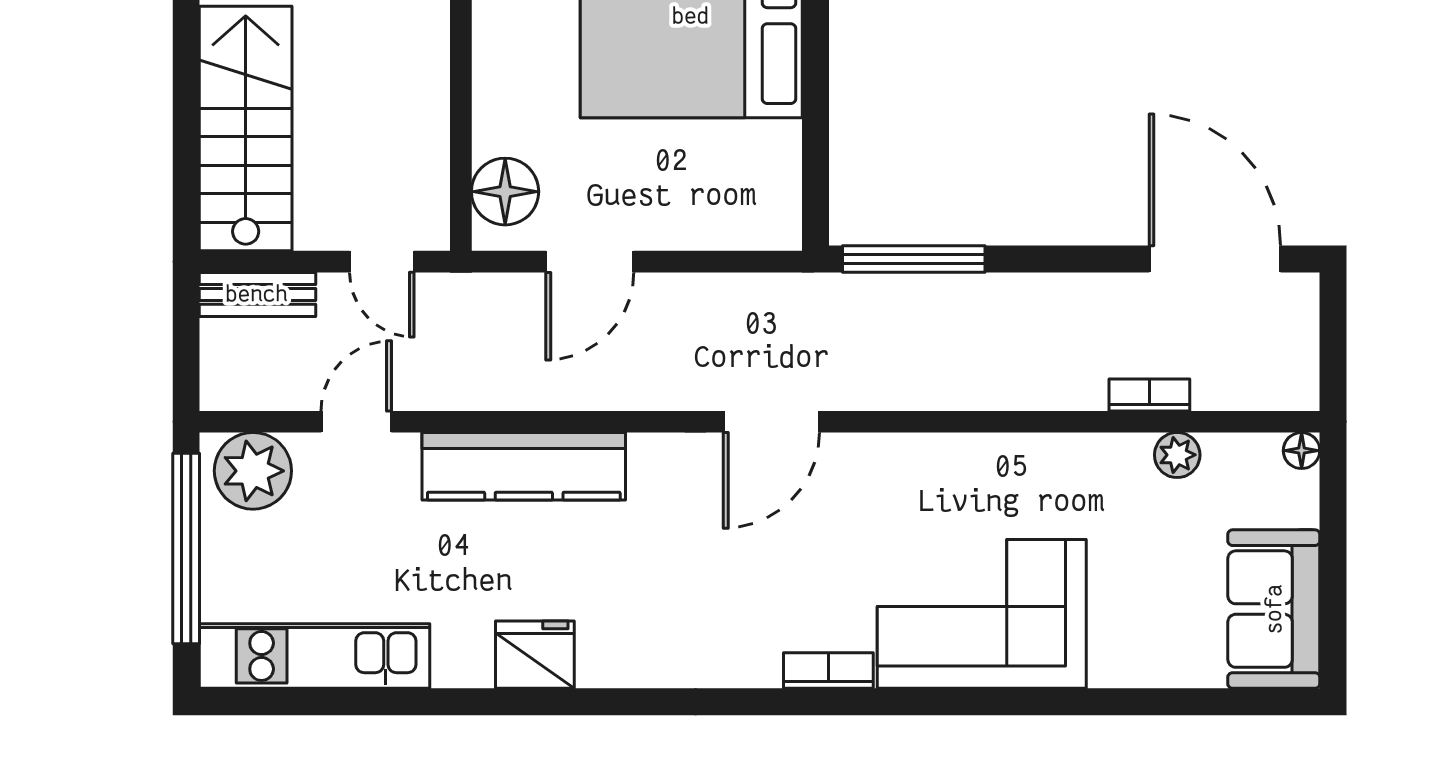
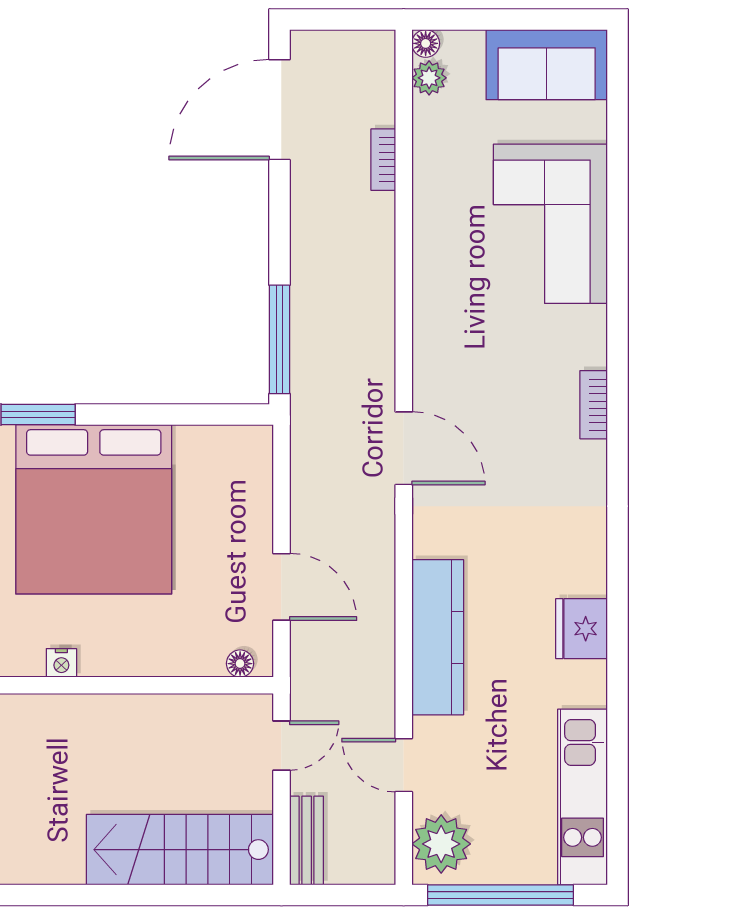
floor lamp: (505, 192) -> (240, 664), width x0.53, depth x0.53
plant: (1177, 455) -> (429, 78), moved
corner sofa: (982, 614) -> (550, 224), moved

